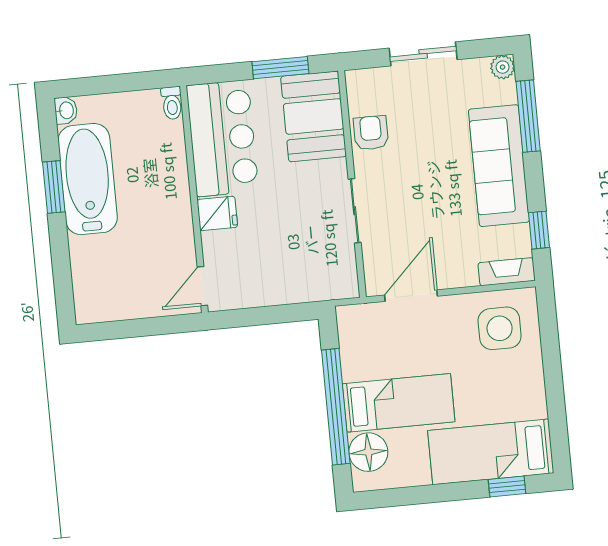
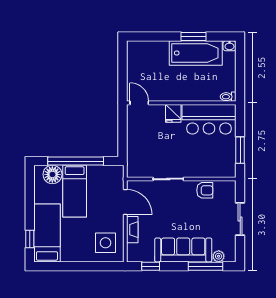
plant: (503, 67) -> (219, 256), moved
booth: (314, 116) -> (215, 164), removed
fireplace: (507, 272) -> (132, 230), moved

